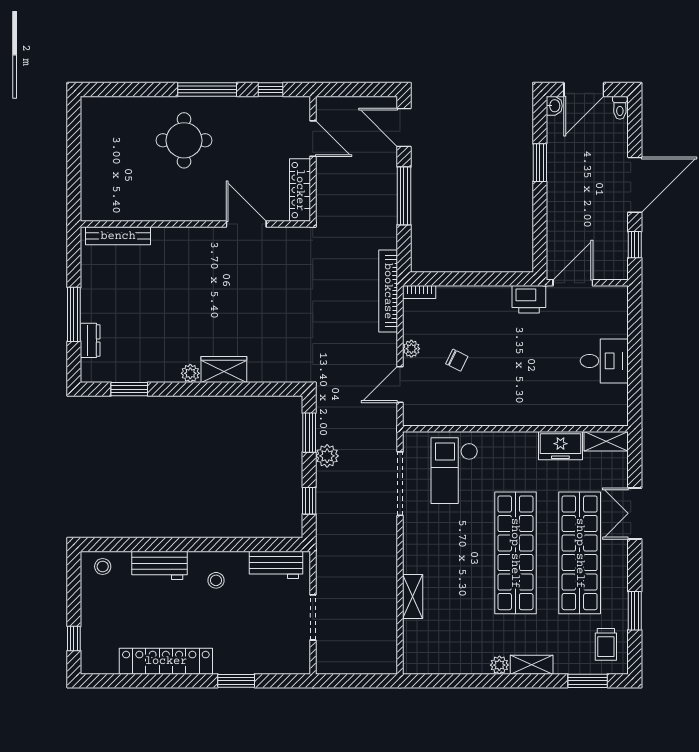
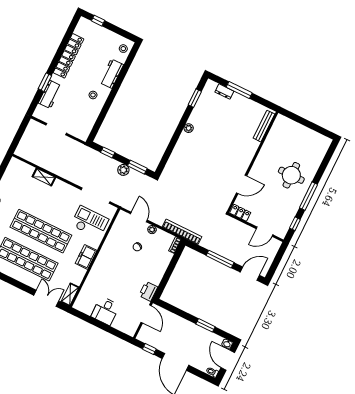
locker: (300, 190) -> (240, 213), width x0.66
wardrobe: (224, 369) -> (183, 144), removed
freezer: (560, 446) -> (86, 257), moved
double door: (635, 513) -> (46, 298), moved
workbench: (276, 565) -> (50, 94), moved, turned 180

